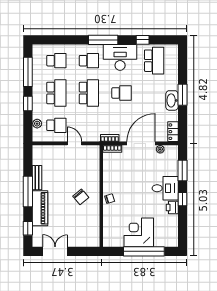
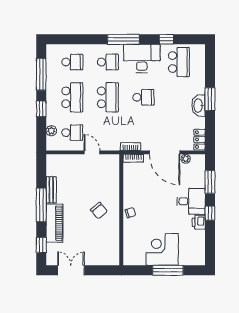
door: (141, 143) -> (165, 152), swing flipped
window: (144, 251) -> (168, 270), width x0.68

